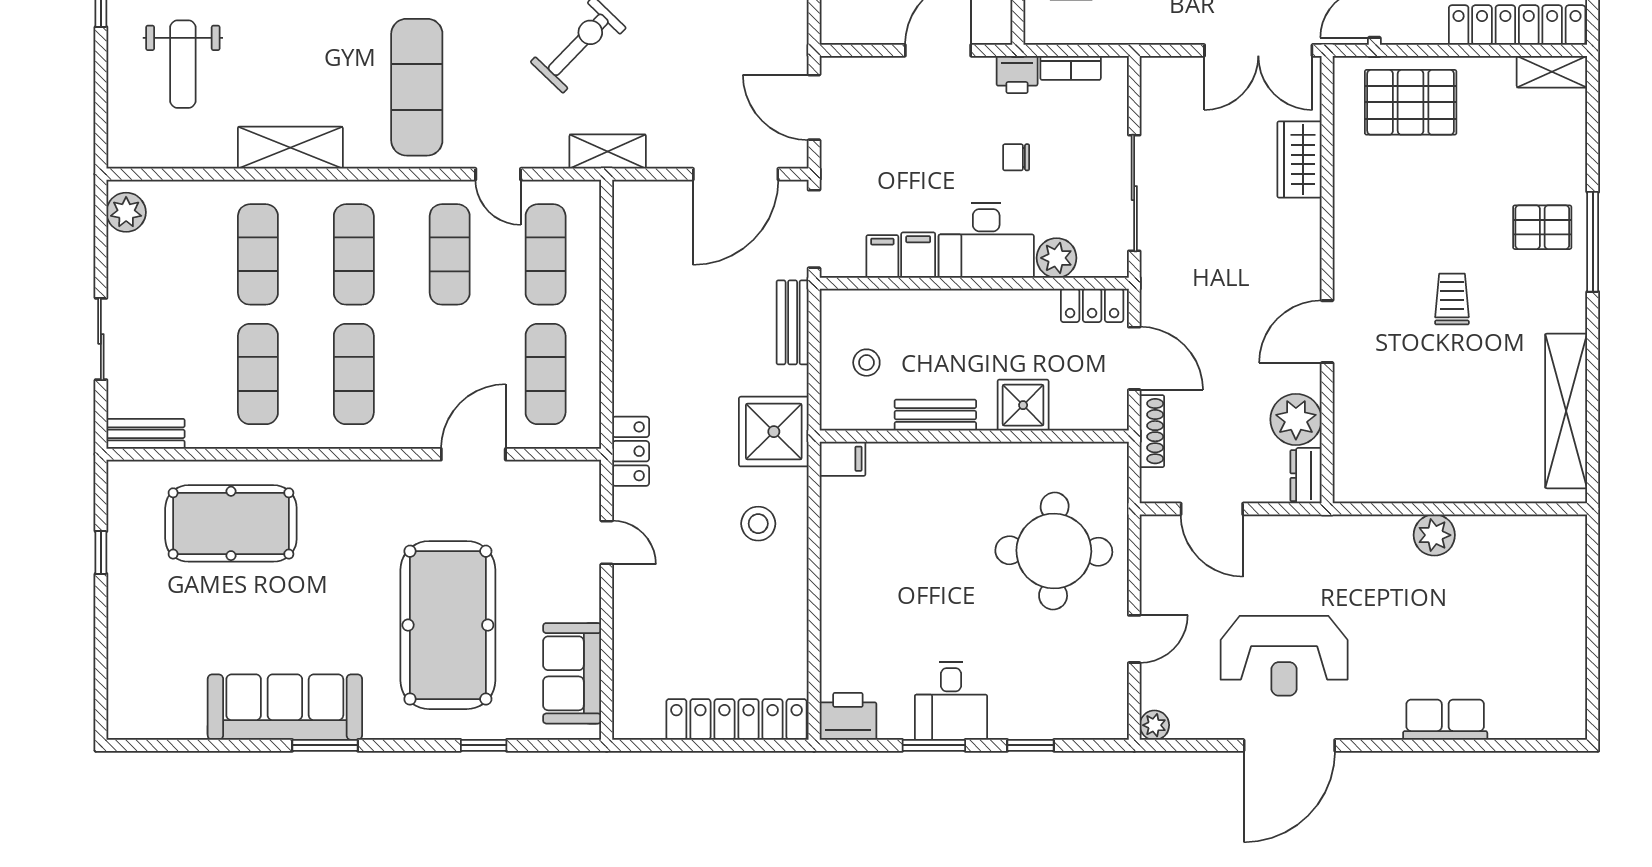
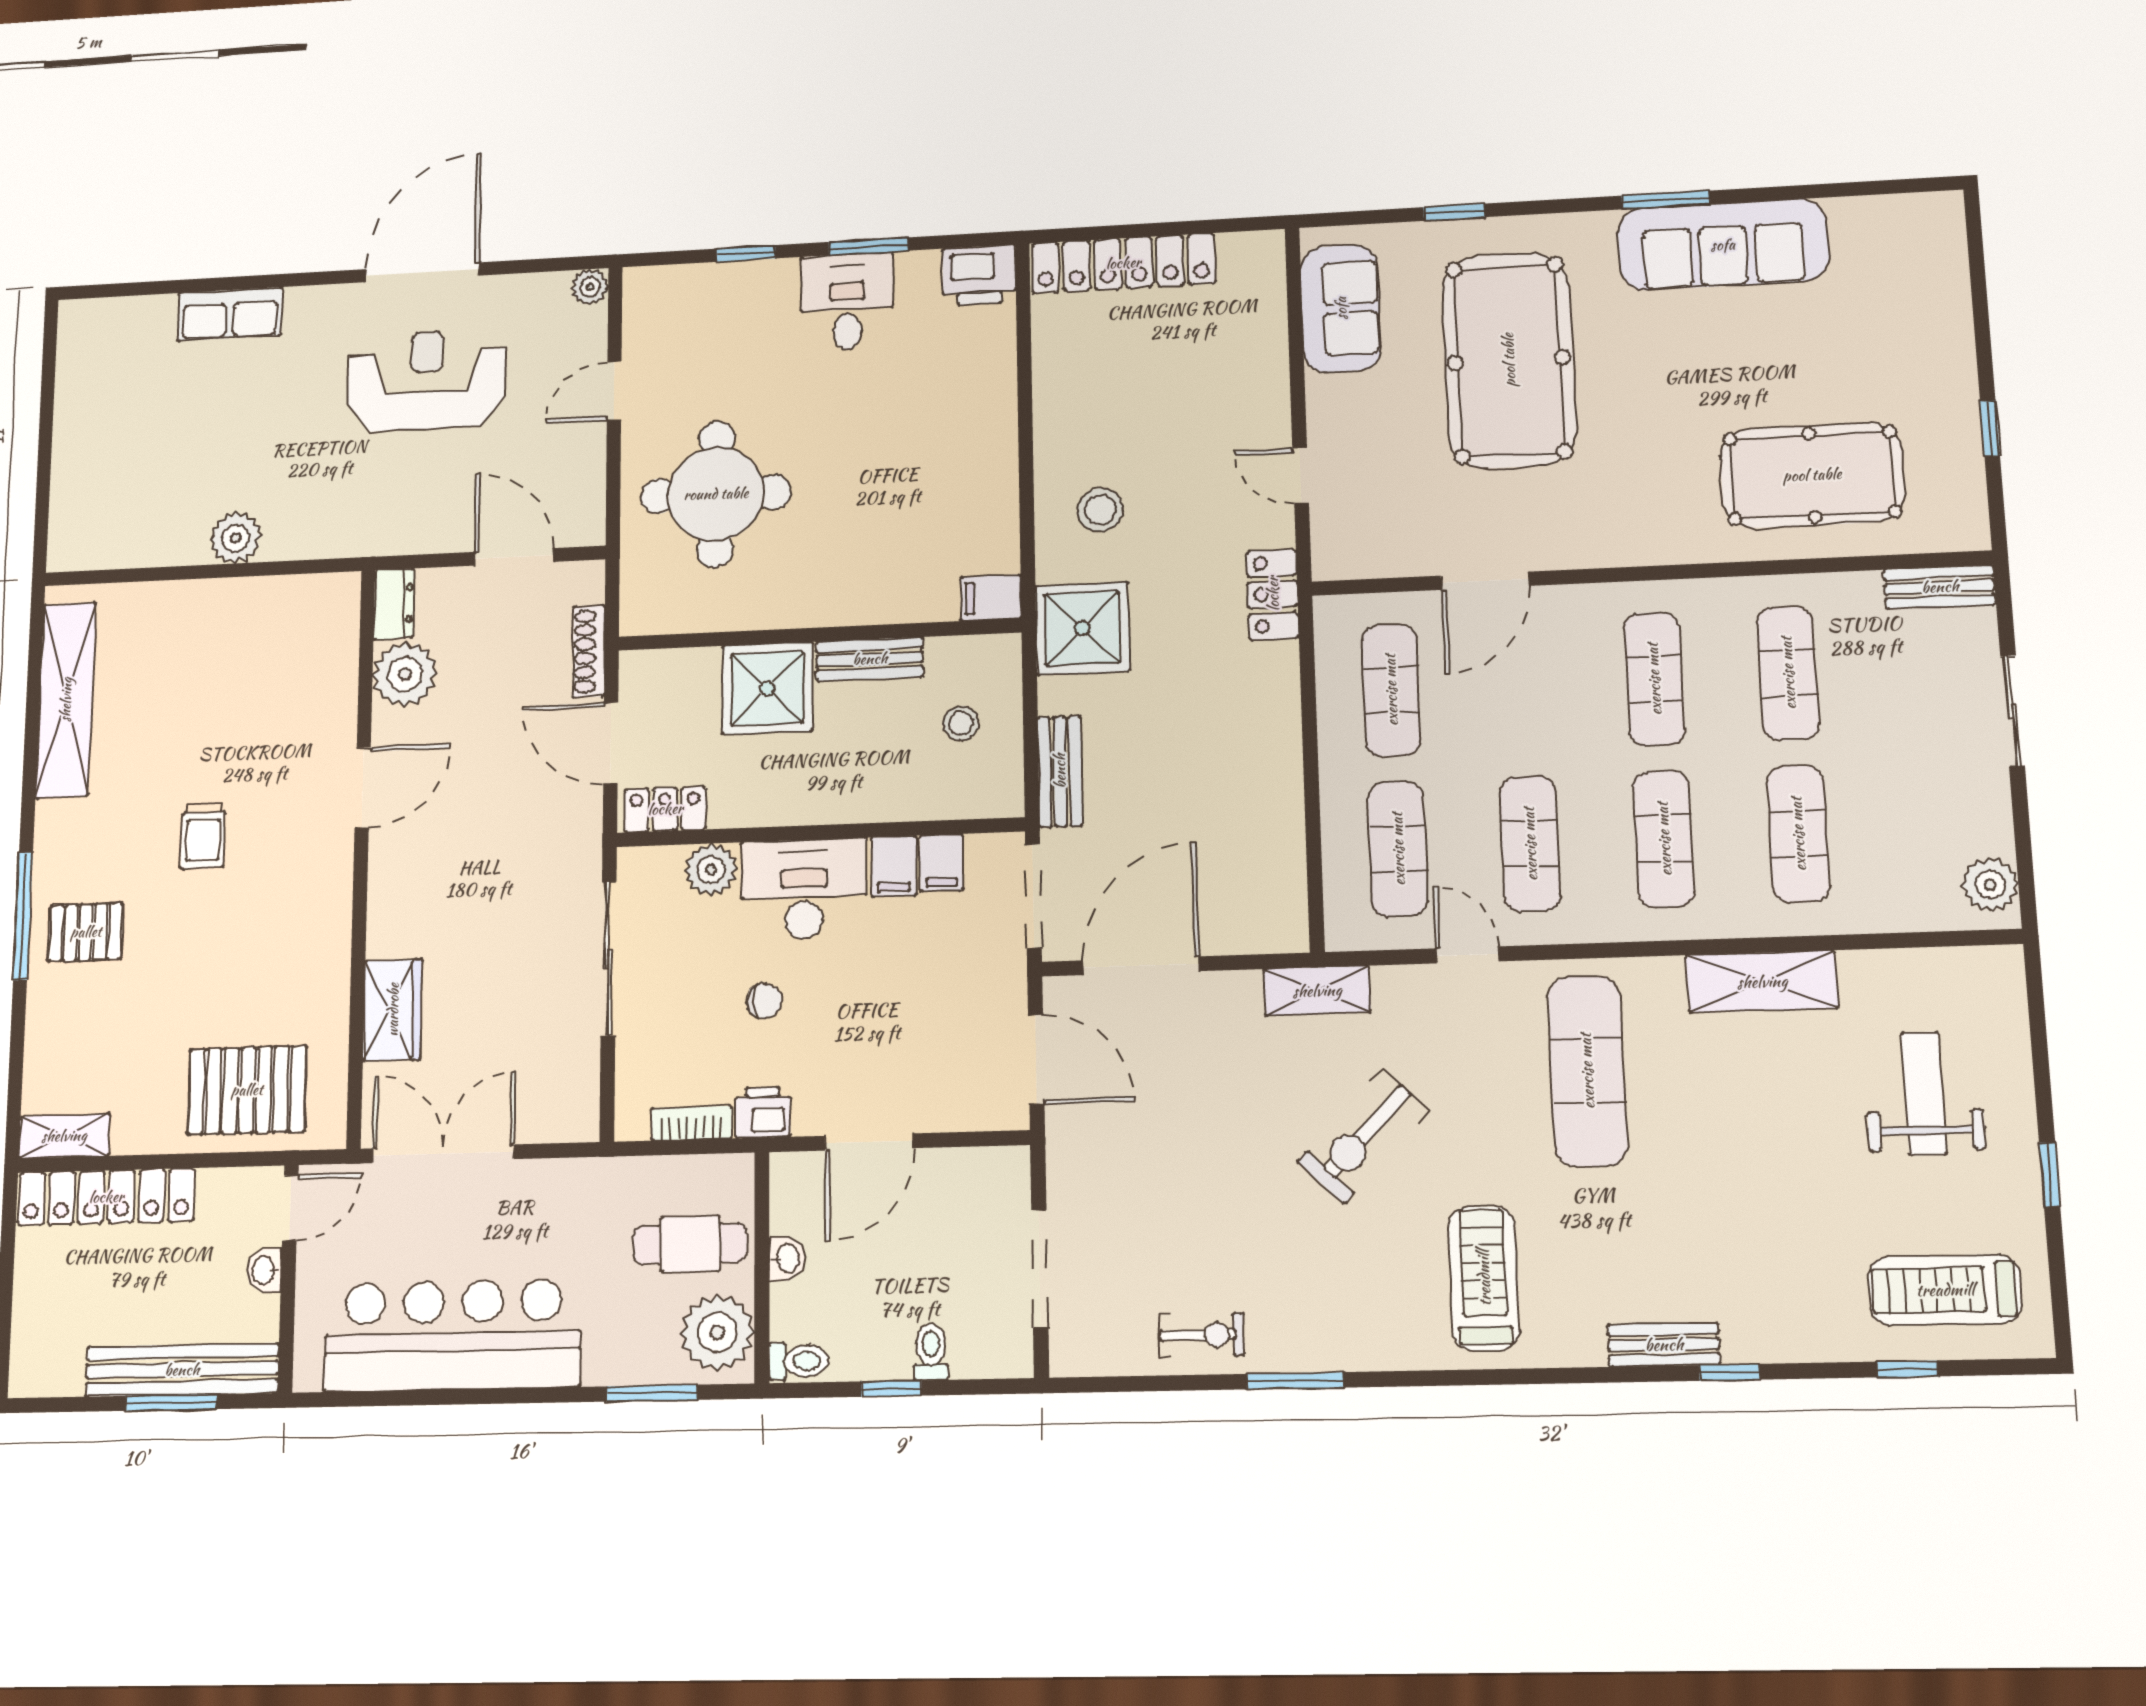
shower: (1023, 405) -> (767, 688), width x1.36, depth x1.36

